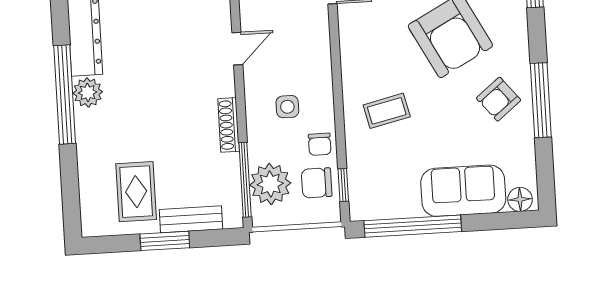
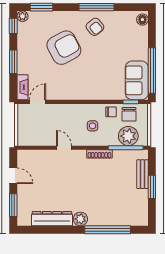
window: (65, 95) -> (108, 230), moved
coffee table: (387, 111) -> (97, 80), removed
sofa: (463, 191) -> (137, 80), moved
rug: (136, 192) -> (128, 199), removed

